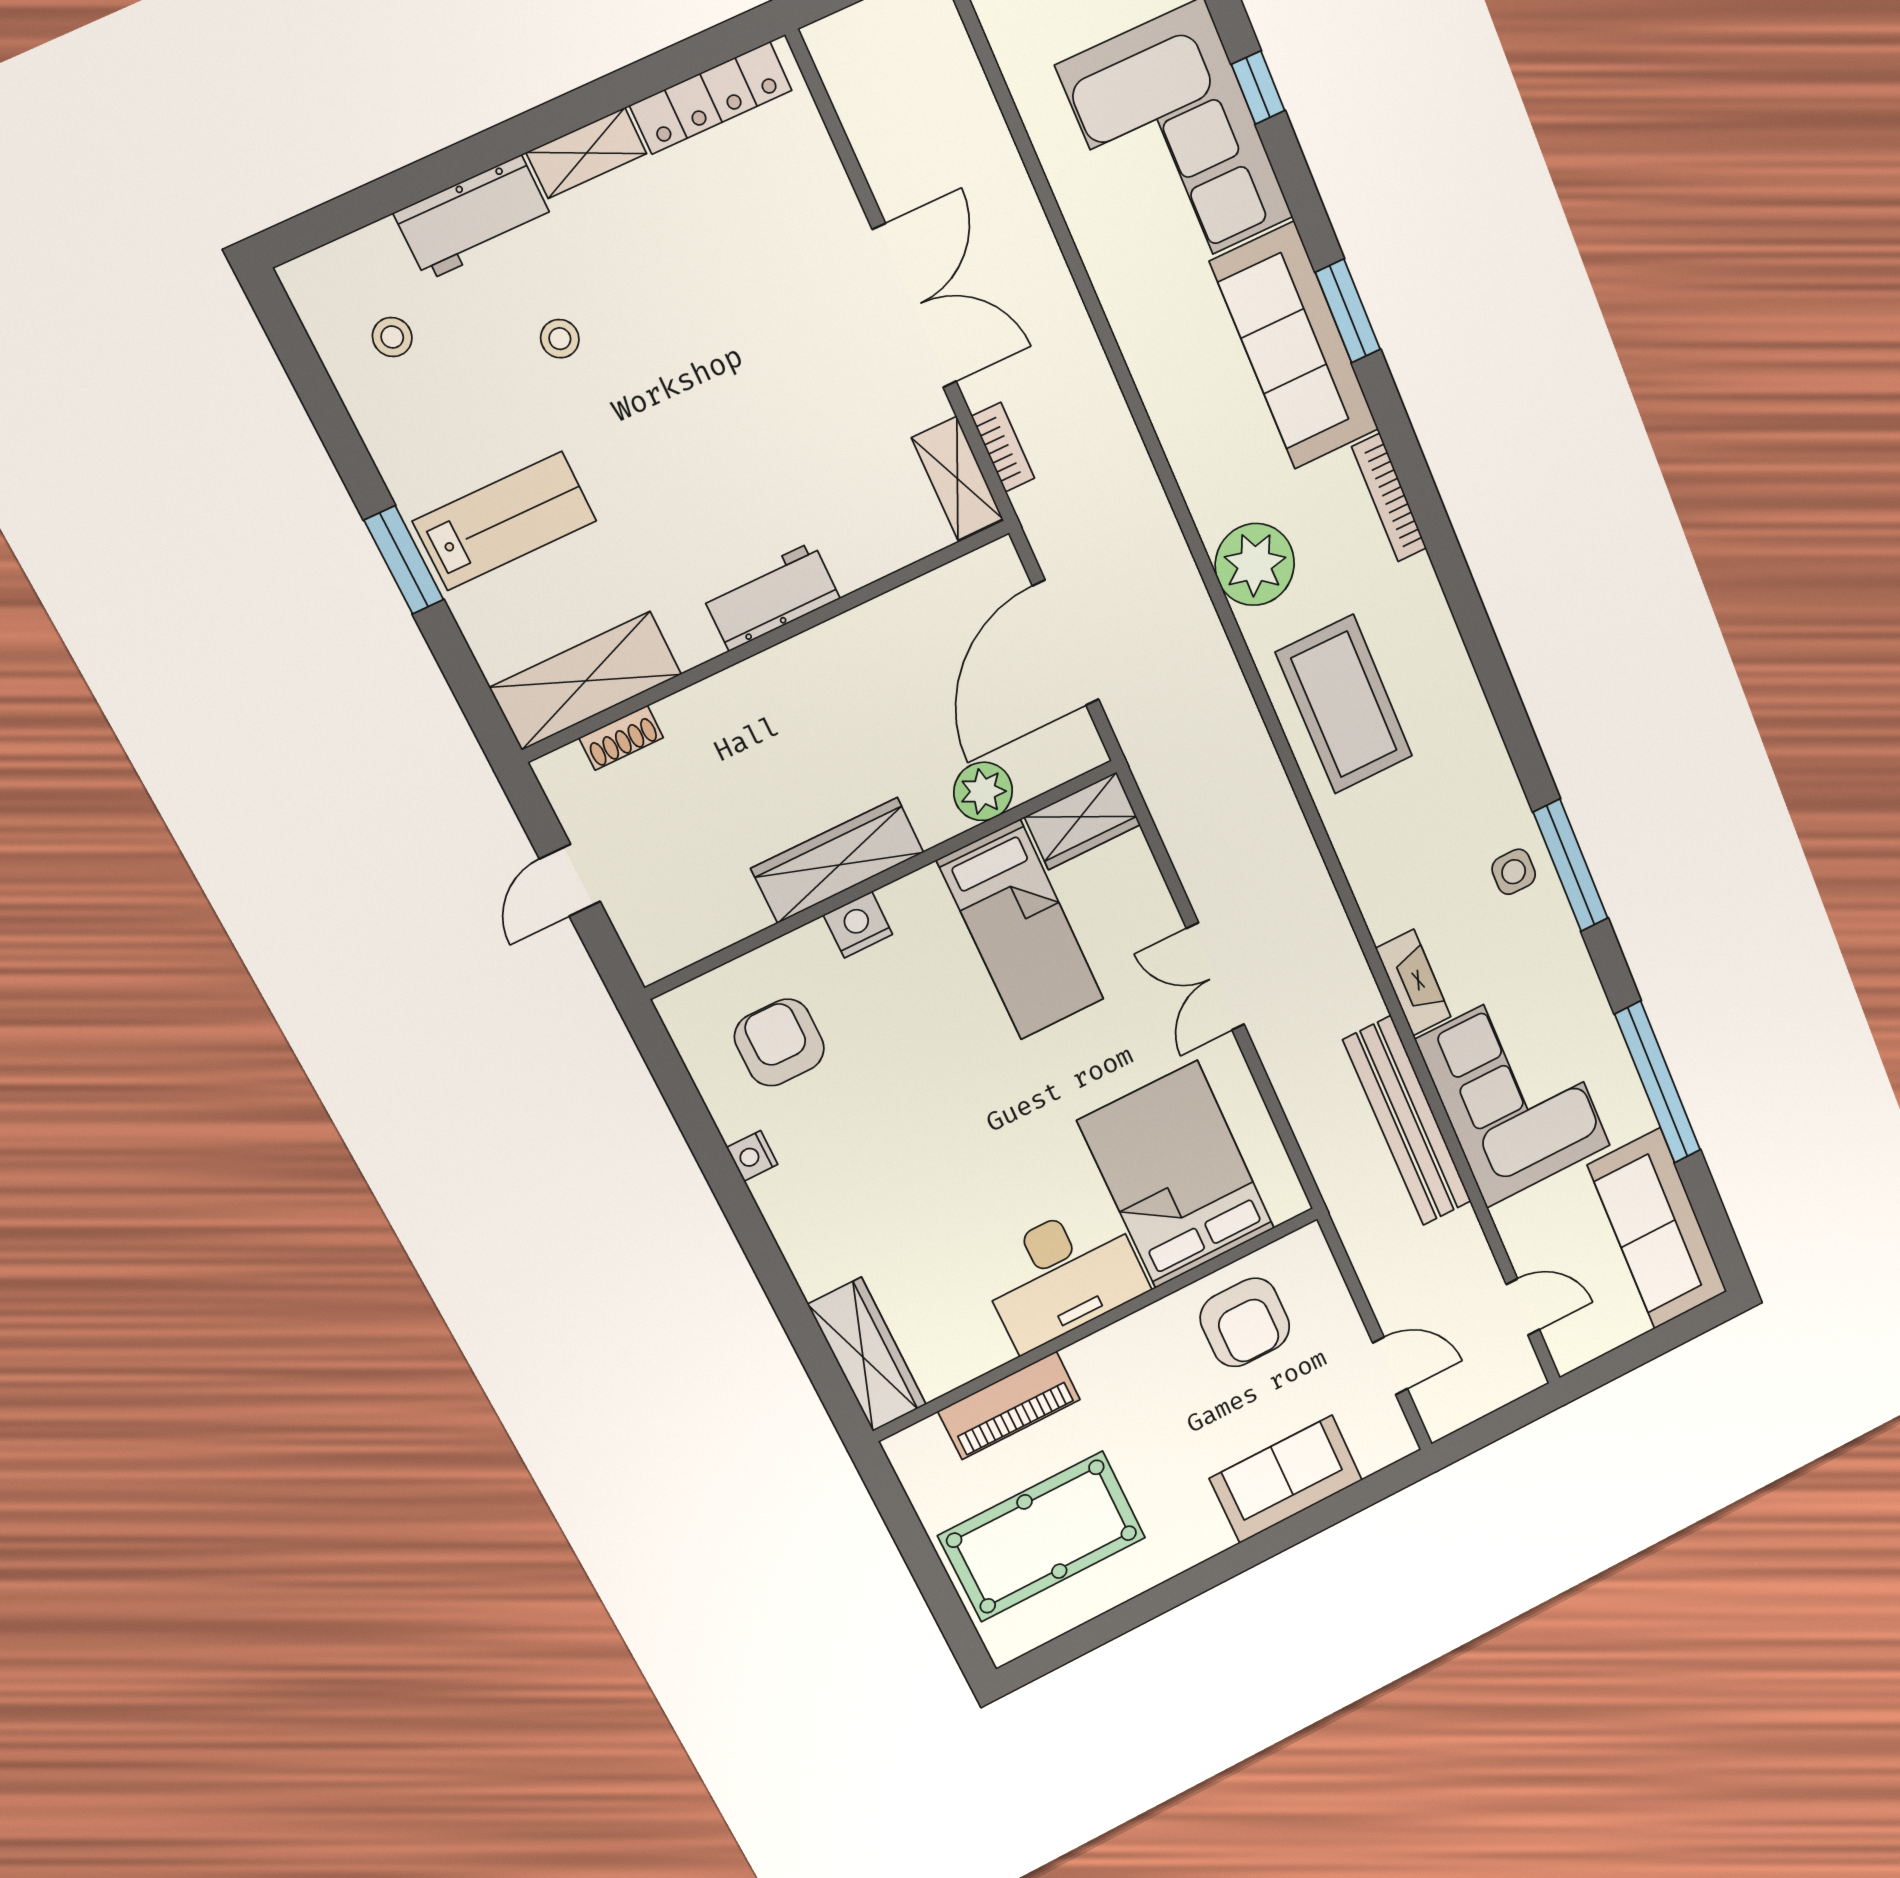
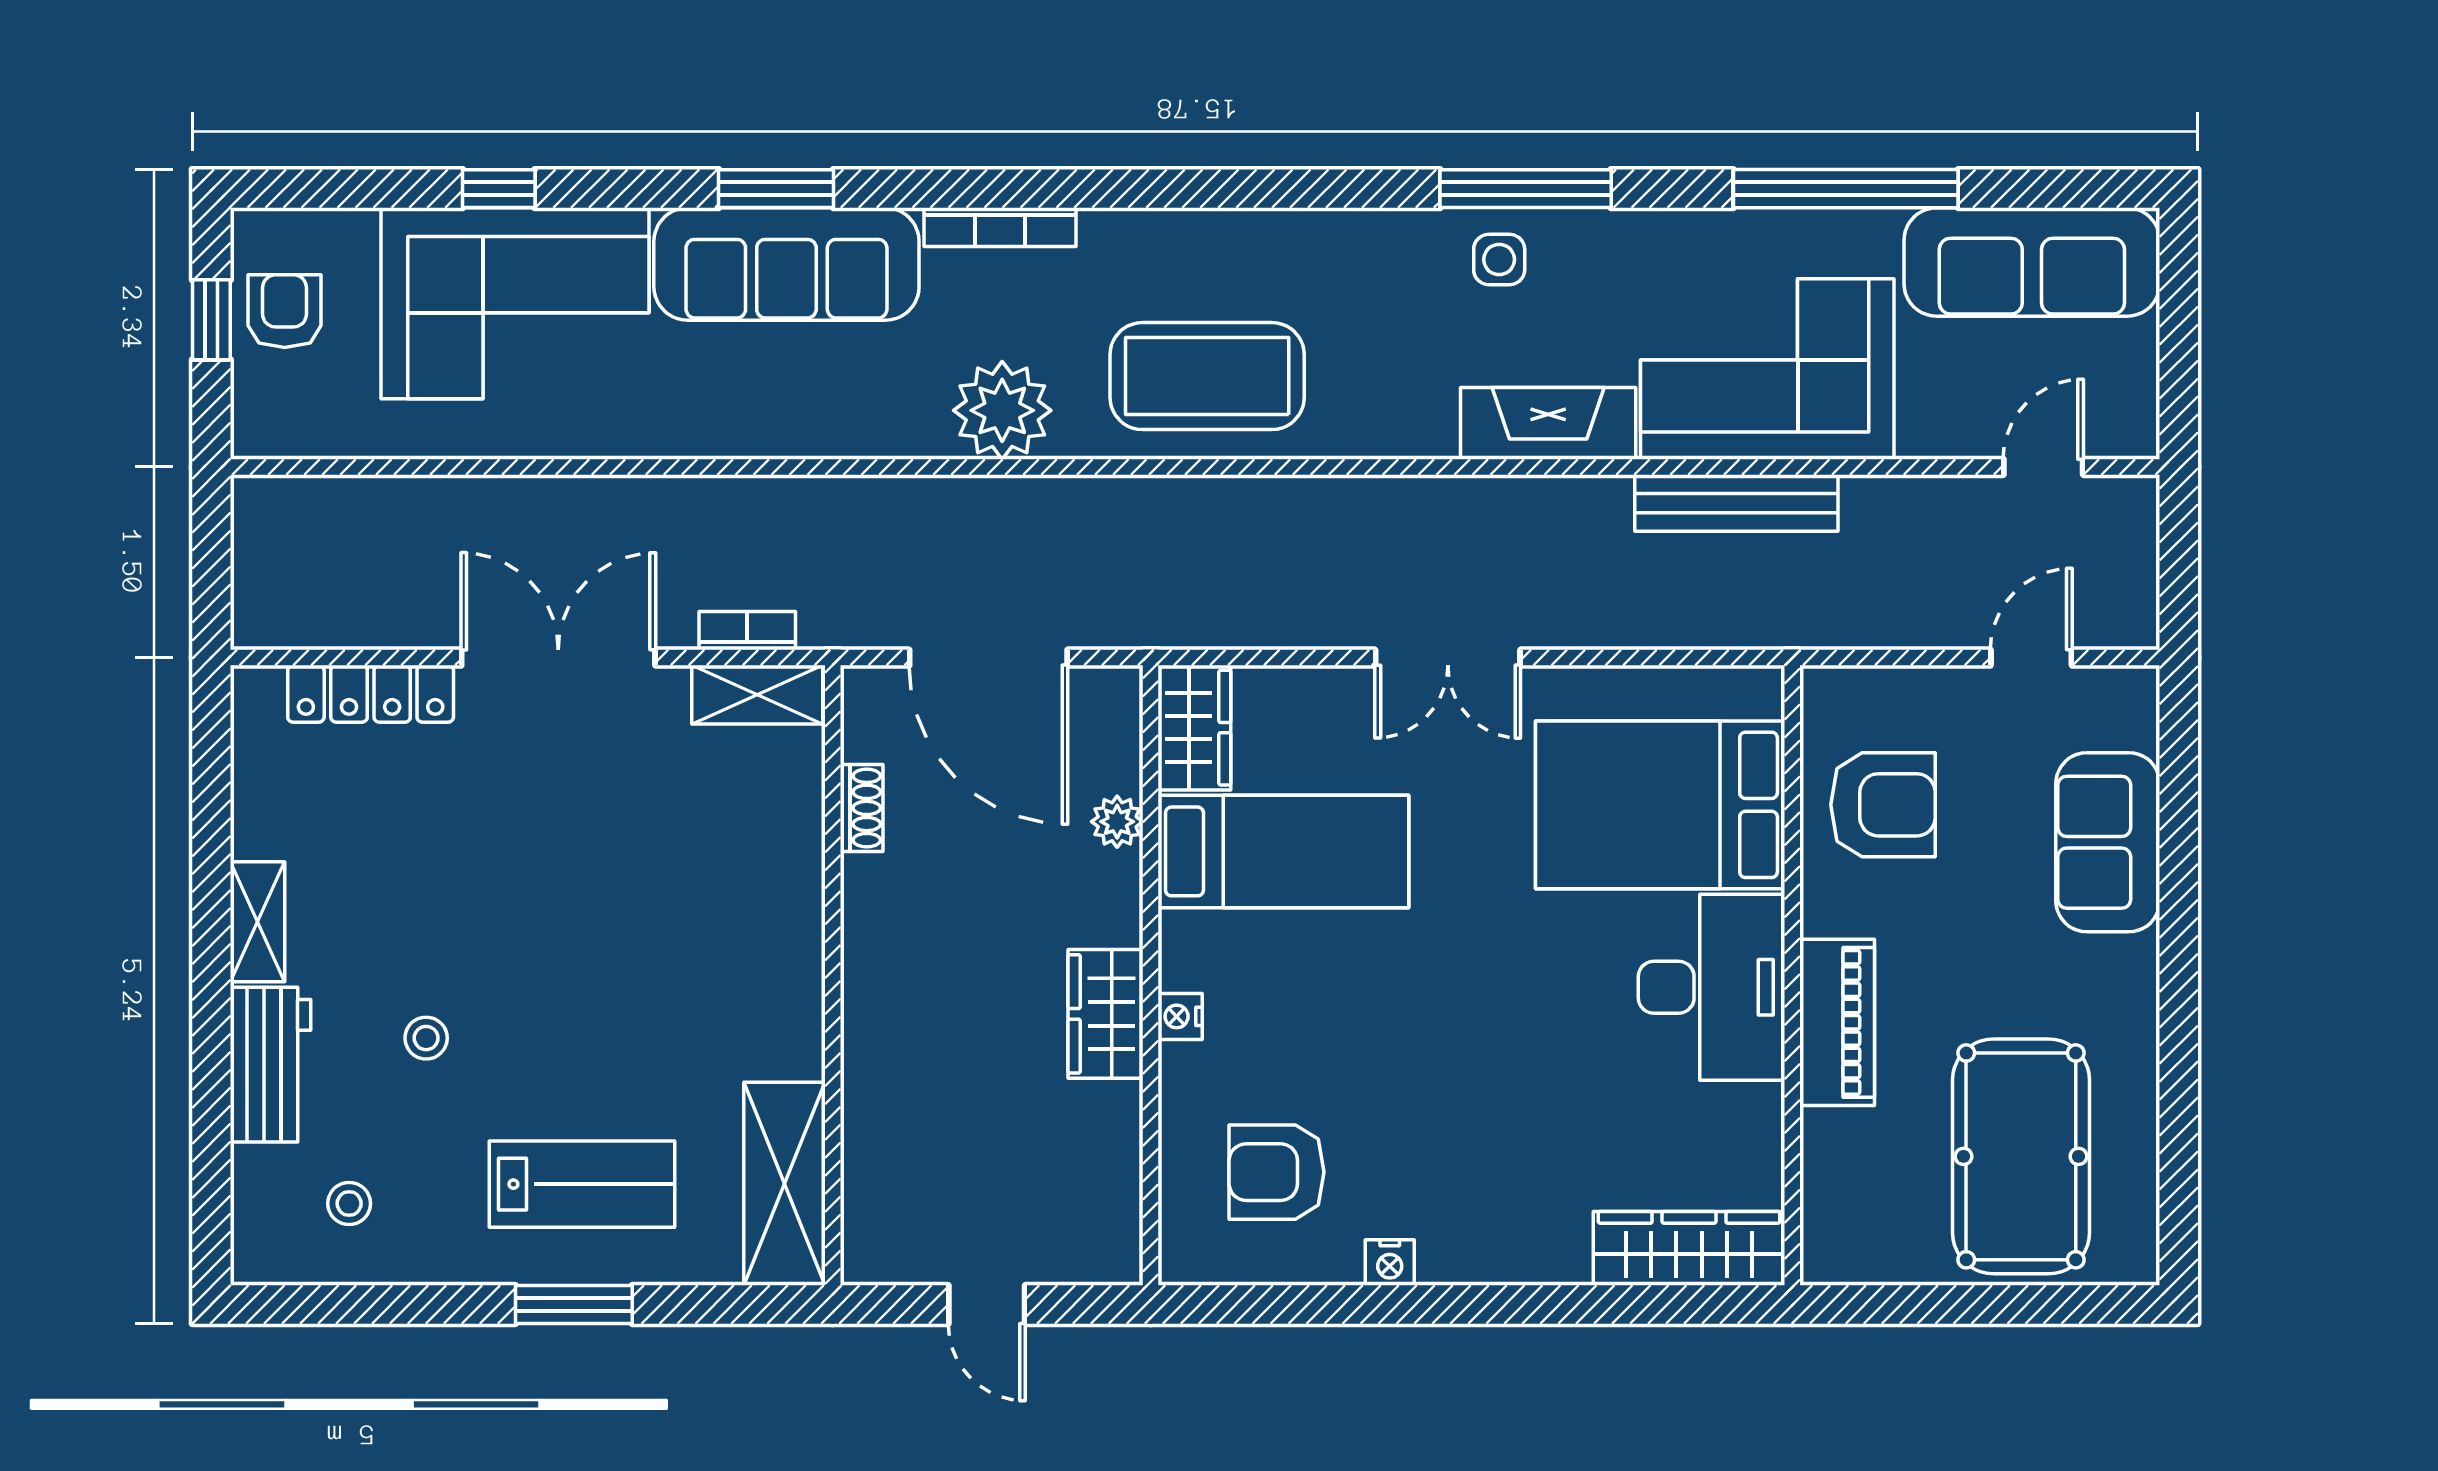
locker: (711, 98) -> (371, 694), moved, turned 90
lab bench: (505, 521) -> (582, 1184), turned 90
workbench: (771, 596) -> (788, 950), removed
shoe rack: (621, 738) -> (862, 808), moved
plant: (983, 791) -> (1117, 822), width x0.73, depth x0.73
wardrobe: (838, 860) -> (1106, 1014), width x0.67
nightstand: (858, 925) -> (1180, 1016), width x0.72, depth x0.74
fireplace: (1413, 983) -> (1548, 423), width x1.37, depth x1.32
bench: (1407, 1121) -> (1736, 503), width x0.73, depth x0.82
piano: (1009, 1405) -> (1837, 1022), moved

